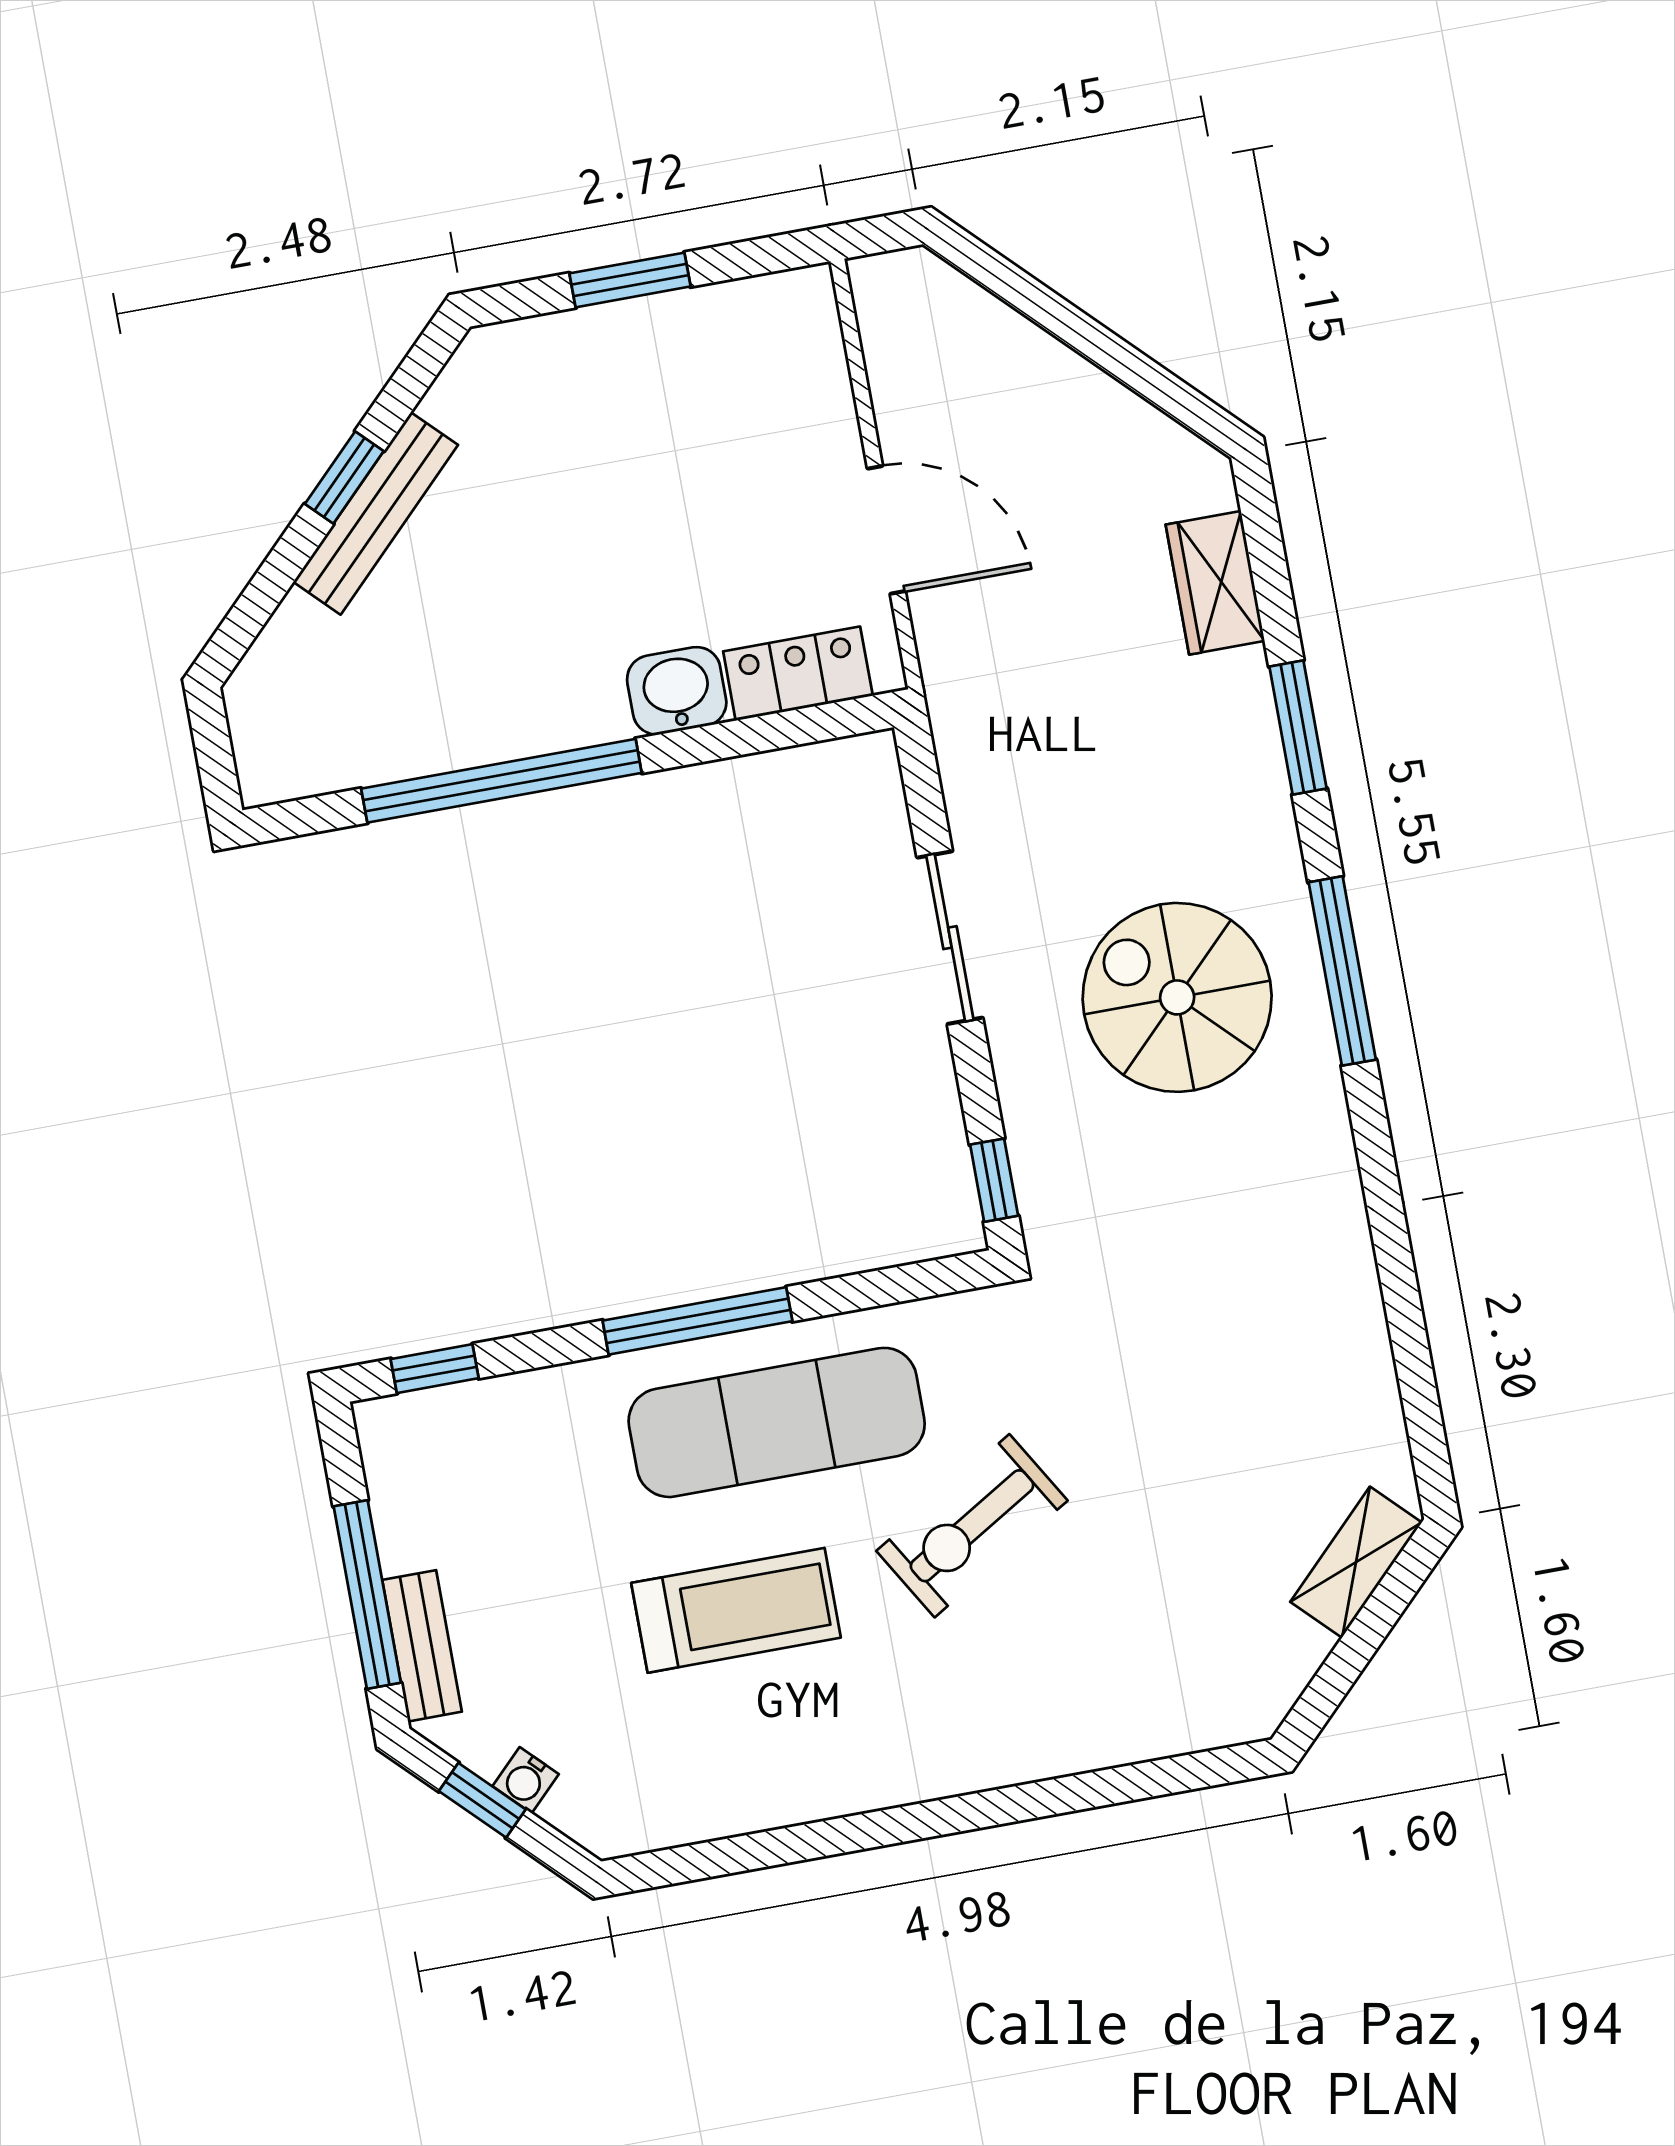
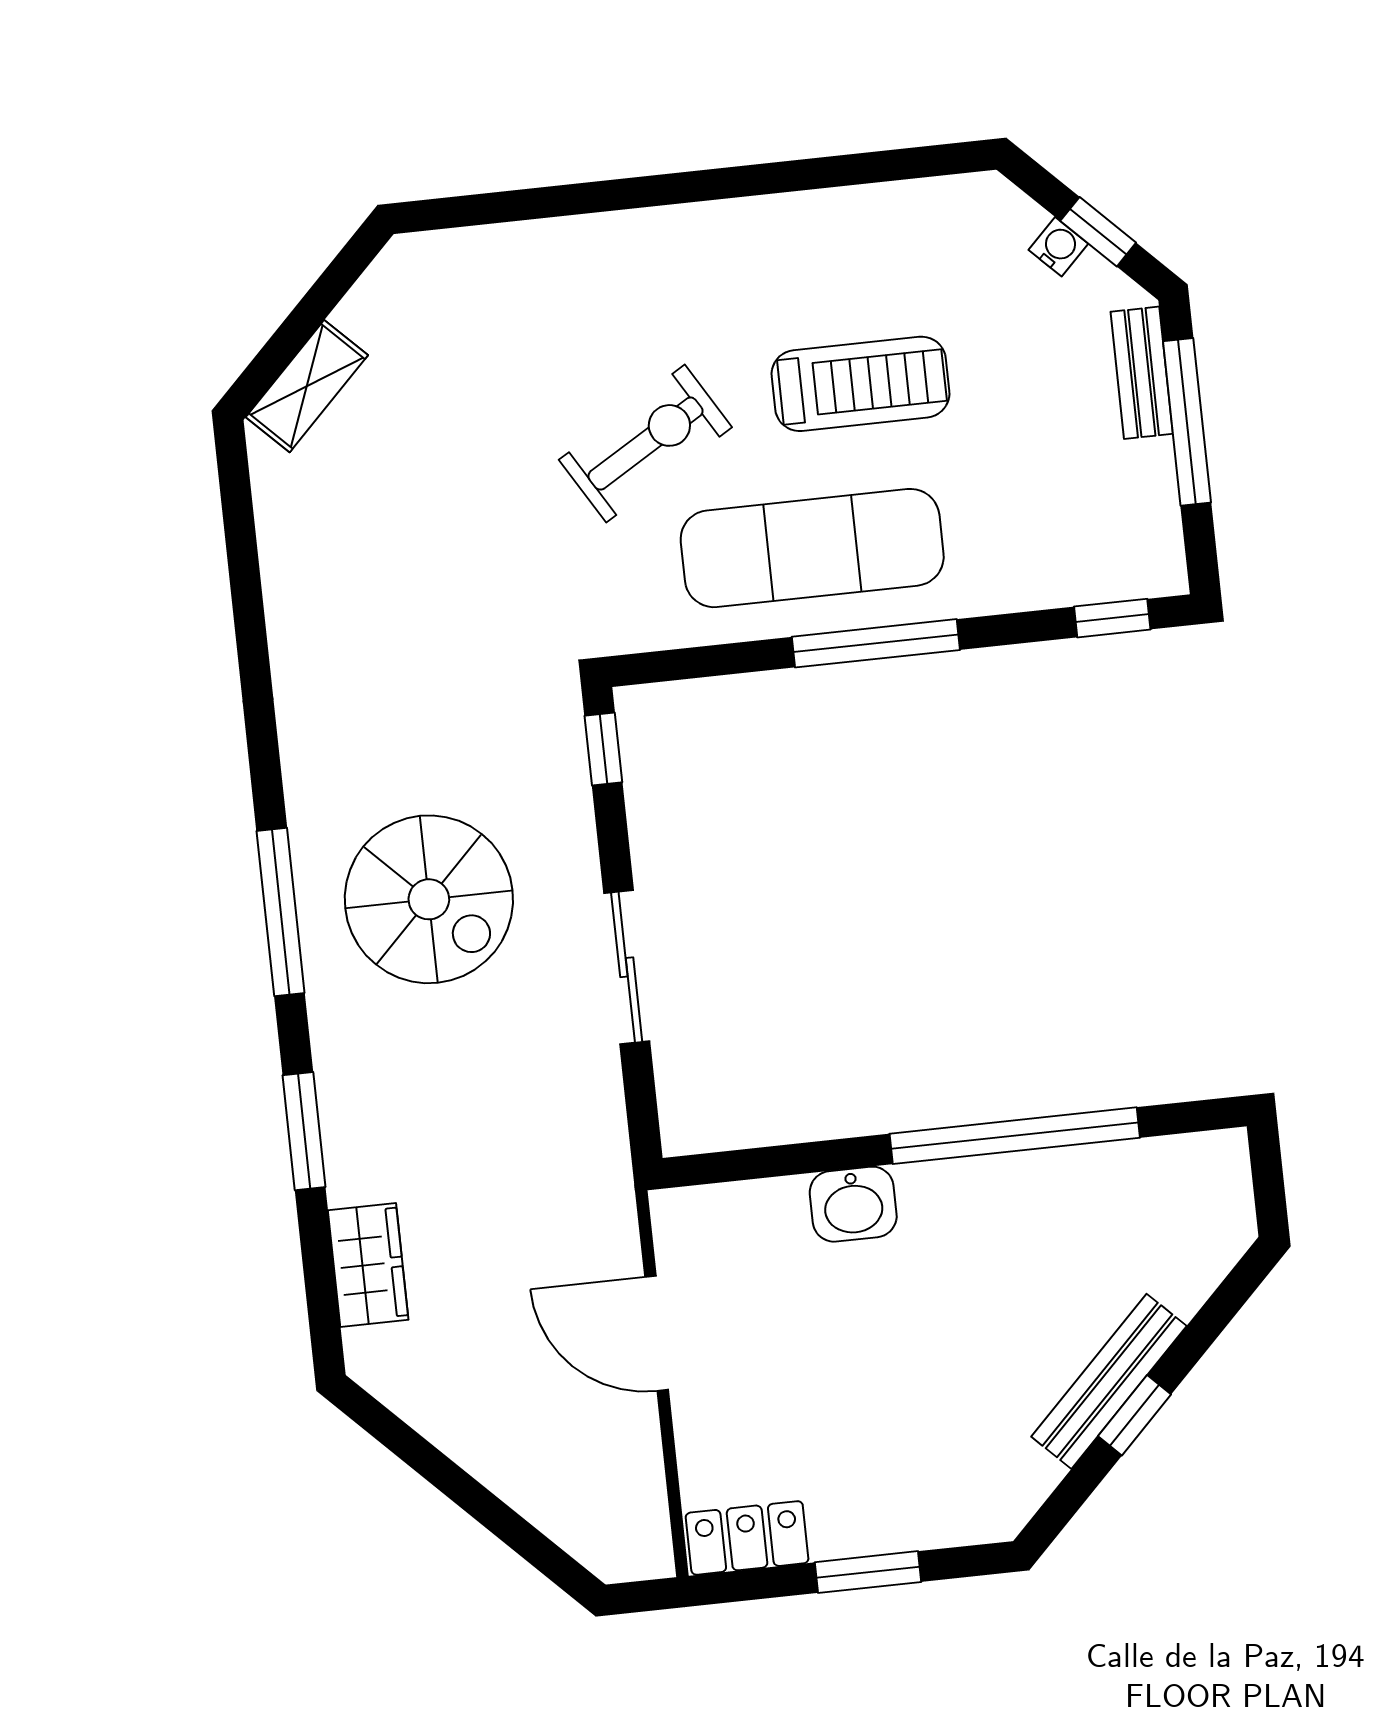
locker: (798, 674) -> (747, 1538), moved, turned 180
treadmill: (736, 1610) -> (861, 384), turned 180

